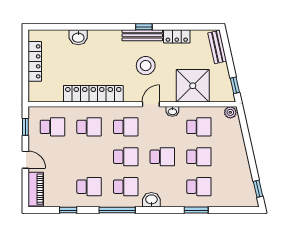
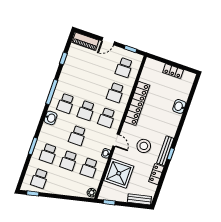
locker: (35, 61) -> (173, 71), width x0.66
school desk: (89, 187) -> (40, 179), moved

